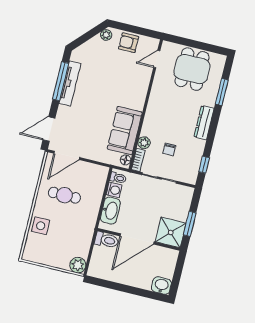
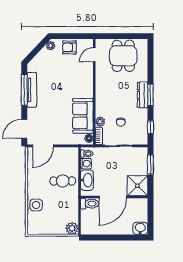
window: (222, 92) -> (150, 95), moved
cafe table: (64, 195) -> (63, 181), moved
window: (190, 224) -> (150, 165), moved

